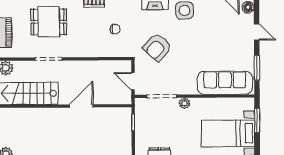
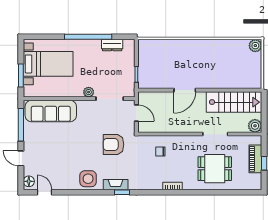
chair: (115, 29) -> (160, 151), moved
armchair: (157, 47) -> (114, 144), turned -132
window: (257, 68) -> (21, 125), width x1.44

